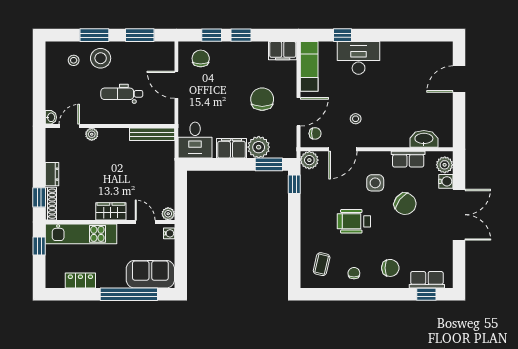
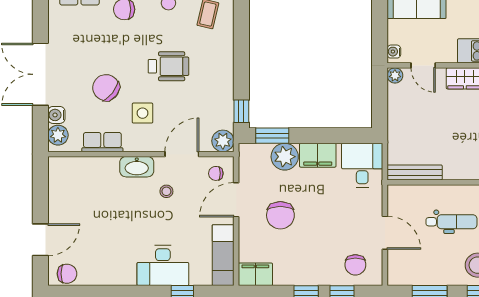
chair: (437, 51) -> (67, 274), added
washbasin: (424, 139) -> (137, 167), moved

